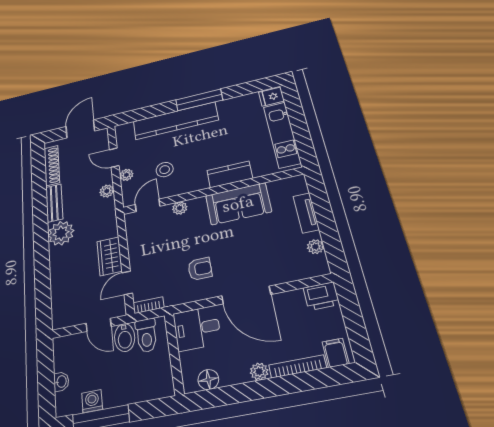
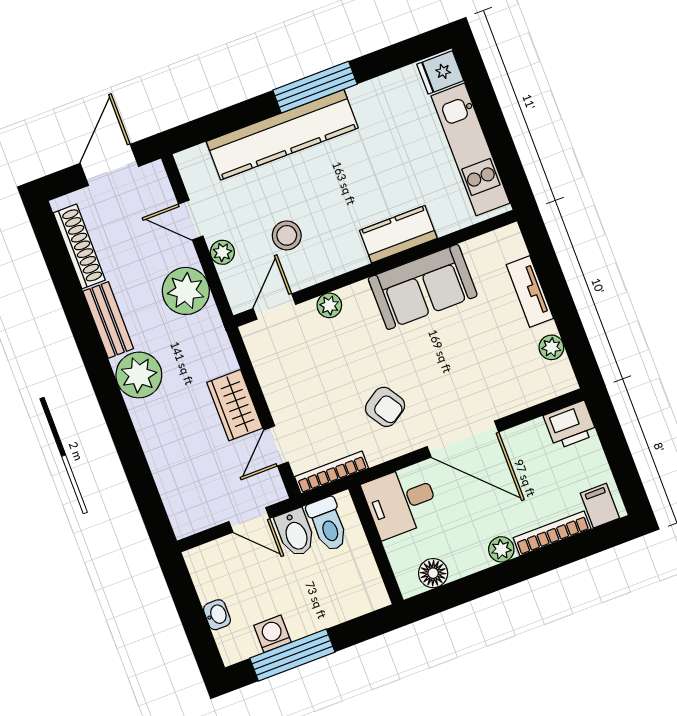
plant: (107, 191) -> (186, 291), width x1.87, depth x1.87
armchair: (200, 269) -> (385, 407), turned 57
bookcase: (149, 305) -> (331, 472), width x1.56

